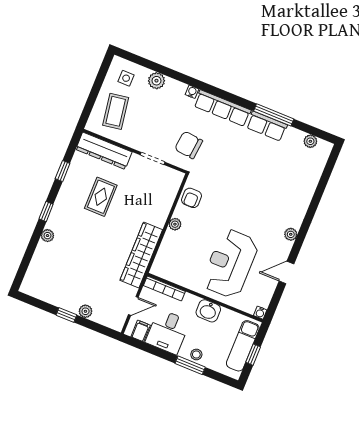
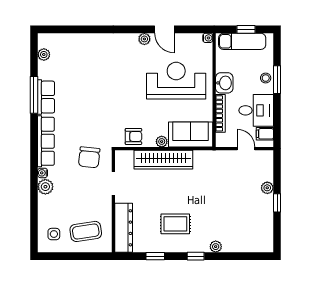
plant: (156, 81) -> (45, 187), moved
rug: (101, 197) -> (175, 224), moved
plant: (291, 234) -> (144, 39), moved
wardrobe: (141, 255) -> (163, 160), moved
sofa: (170, 256) -> (191, 134), added
reception desk: (230, 264) -> (176, 81), turned 180
bookcase: (164, 289) -> (220, 113), moved

